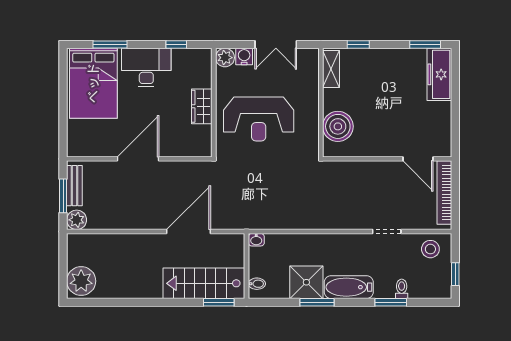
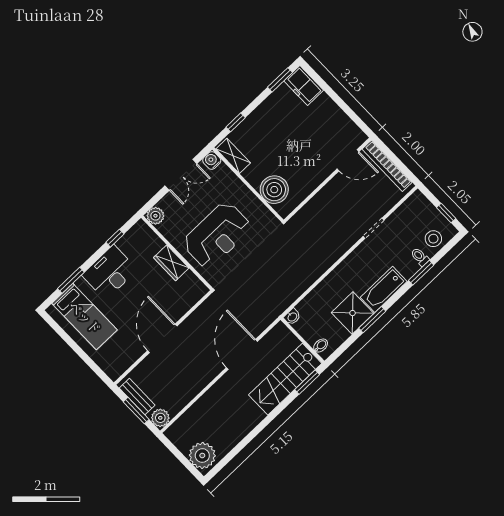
water cooler: (244, 56) -> (212, 160), moved
freezer: (439, 74) -> (304, 86), width x0.71
bed: (93, 83) -> (85, 317), width x0.67
stool: (430, 249) -> (433, 239), moved

